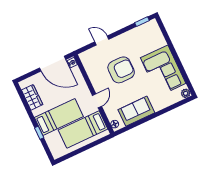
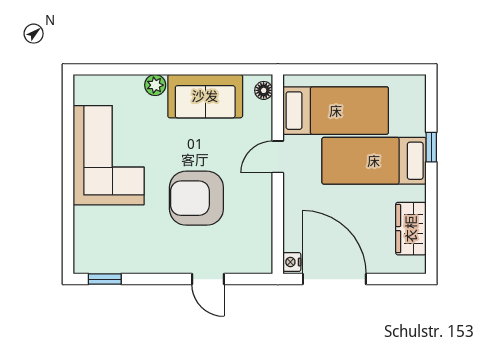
plant: (186, 93) -> (155, 85), moved

